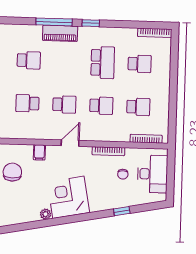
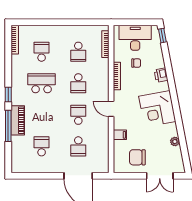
school desk: (101, 106) -> (78, 83), turned 180
school desk: (138, 107) -> (78, 52), turned 180
printer: (108, 203) -> (161, 75), added
window: (122, 211) -> (162, 36), moved
plant: (45, 214) -> (175, 142), moved

